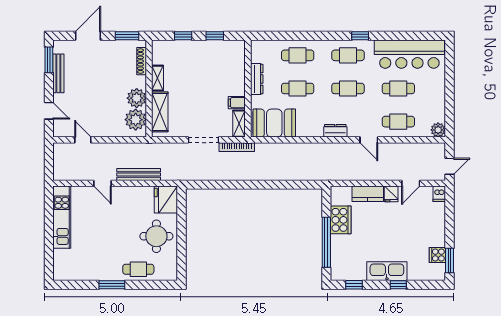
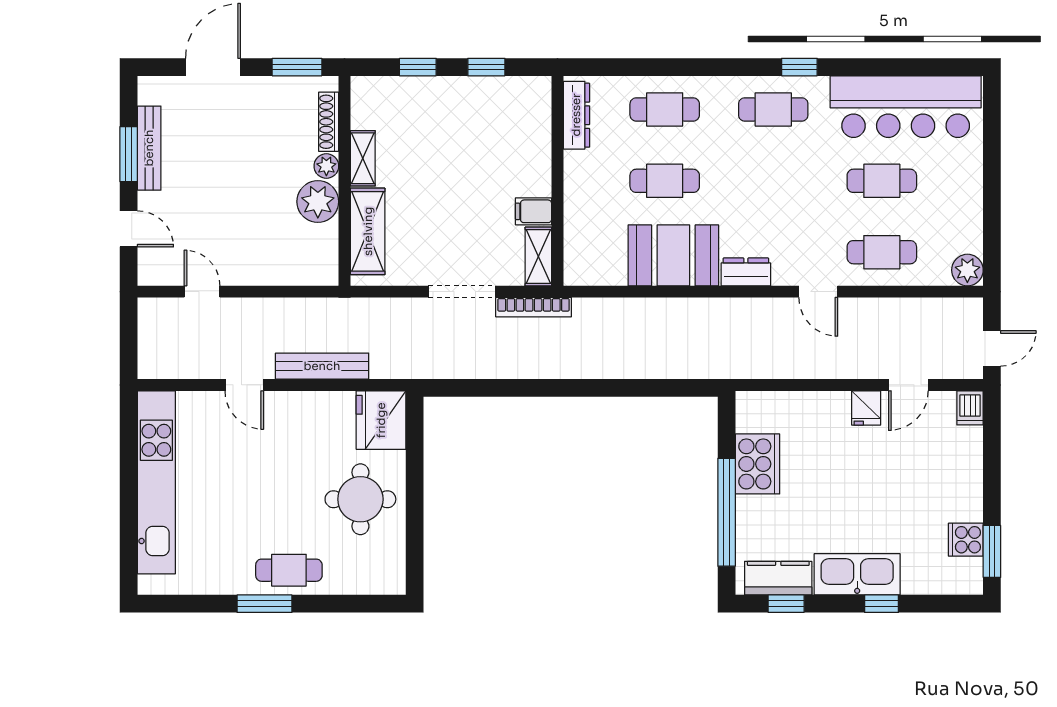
window: (49, 60) -> (129, 154), moved
dresser: (257, 79) -> (576, 115), moved
cafe table: (348, 88) -> (773, 181), removed
plant: (136, 120) -> (326, 166), moved, width x0.53, depth x0.53
booth: (274, 123) -> (673, 255), moved
kitchen counter: (368, 194) -> (778, 578), moved, turned 180
kitchen unit: (62, 217) -> (156, 482), width x1.36
cafe table: (138, 269) -> (289, 570), moved

